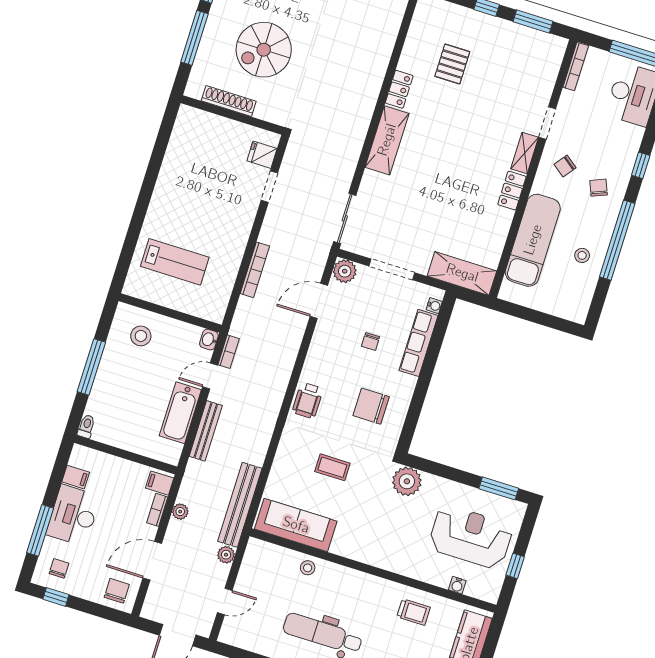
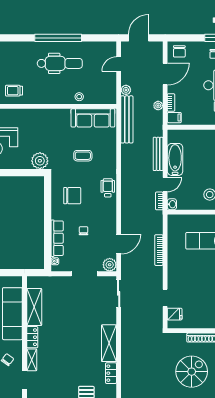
shelving: (462, 273) -> (34, 307), moved, turned 90

